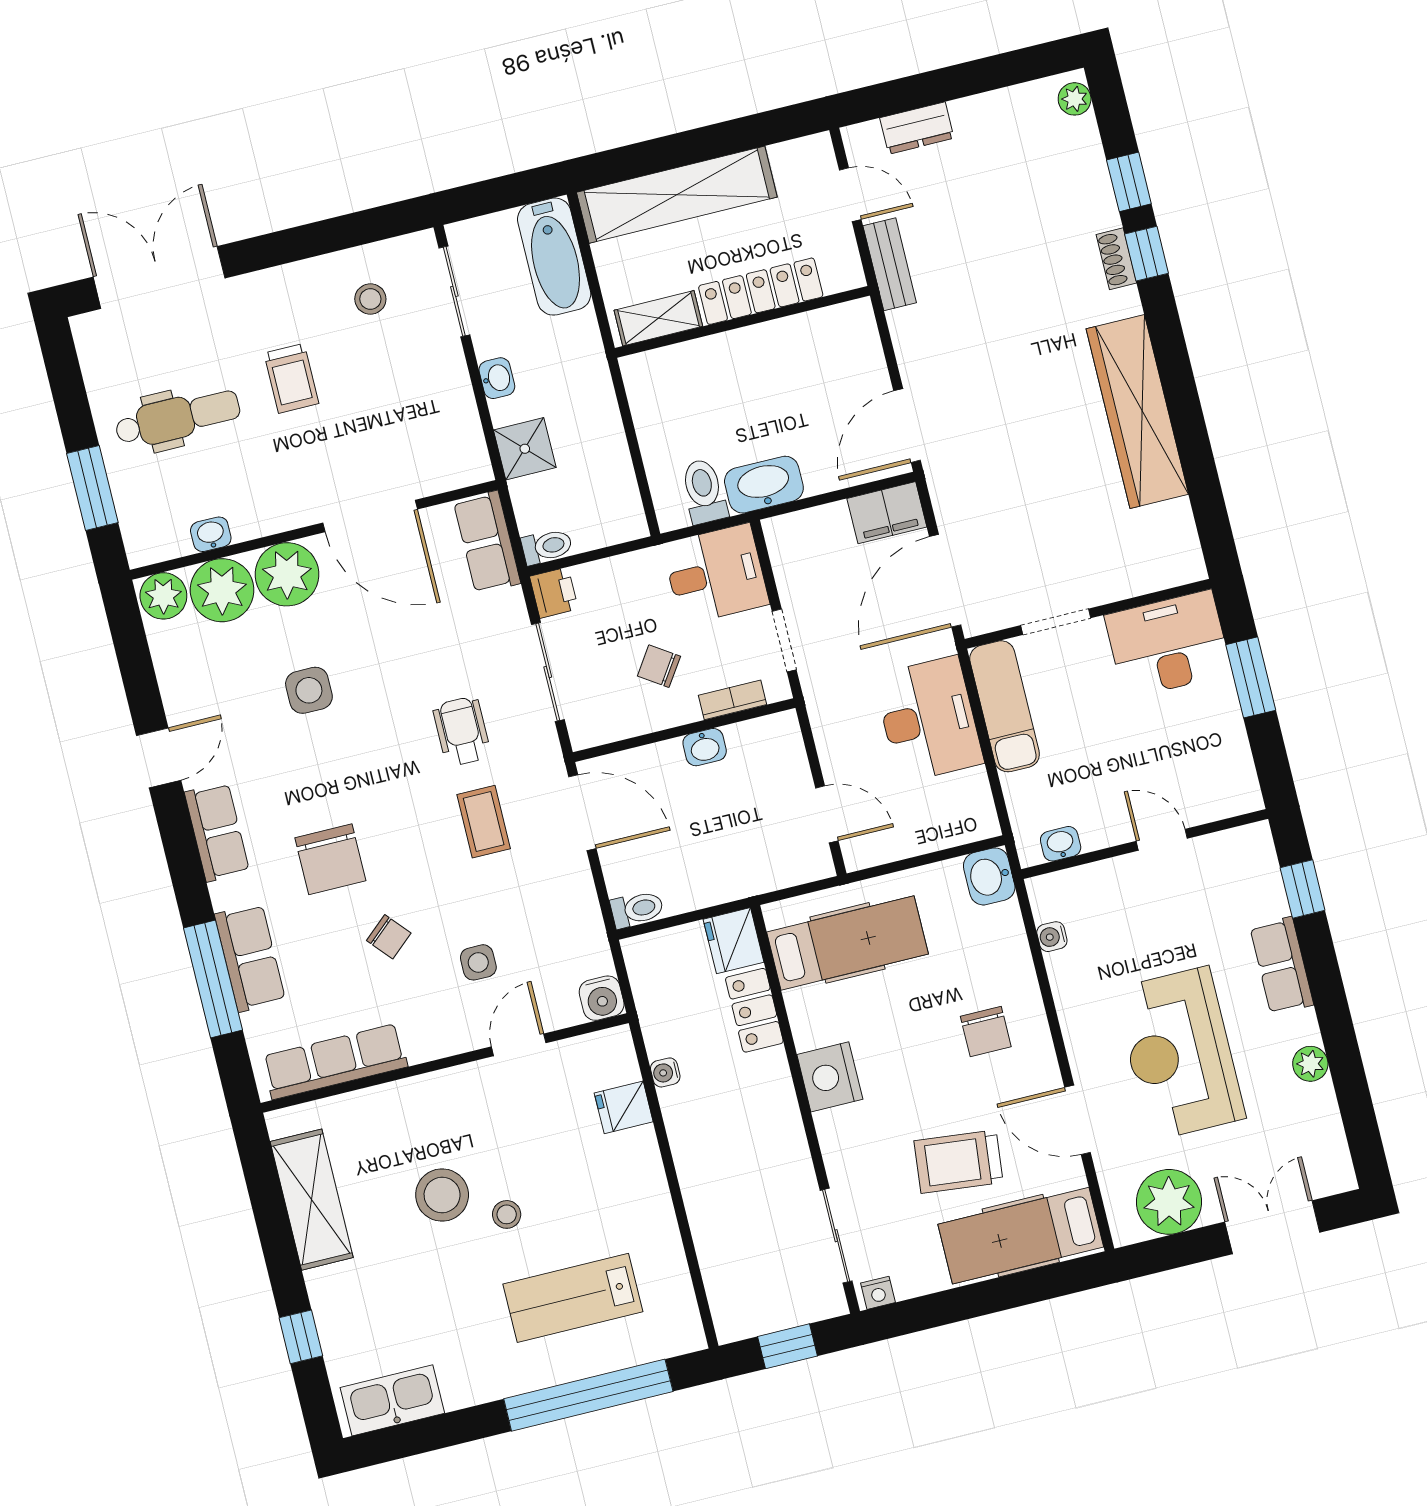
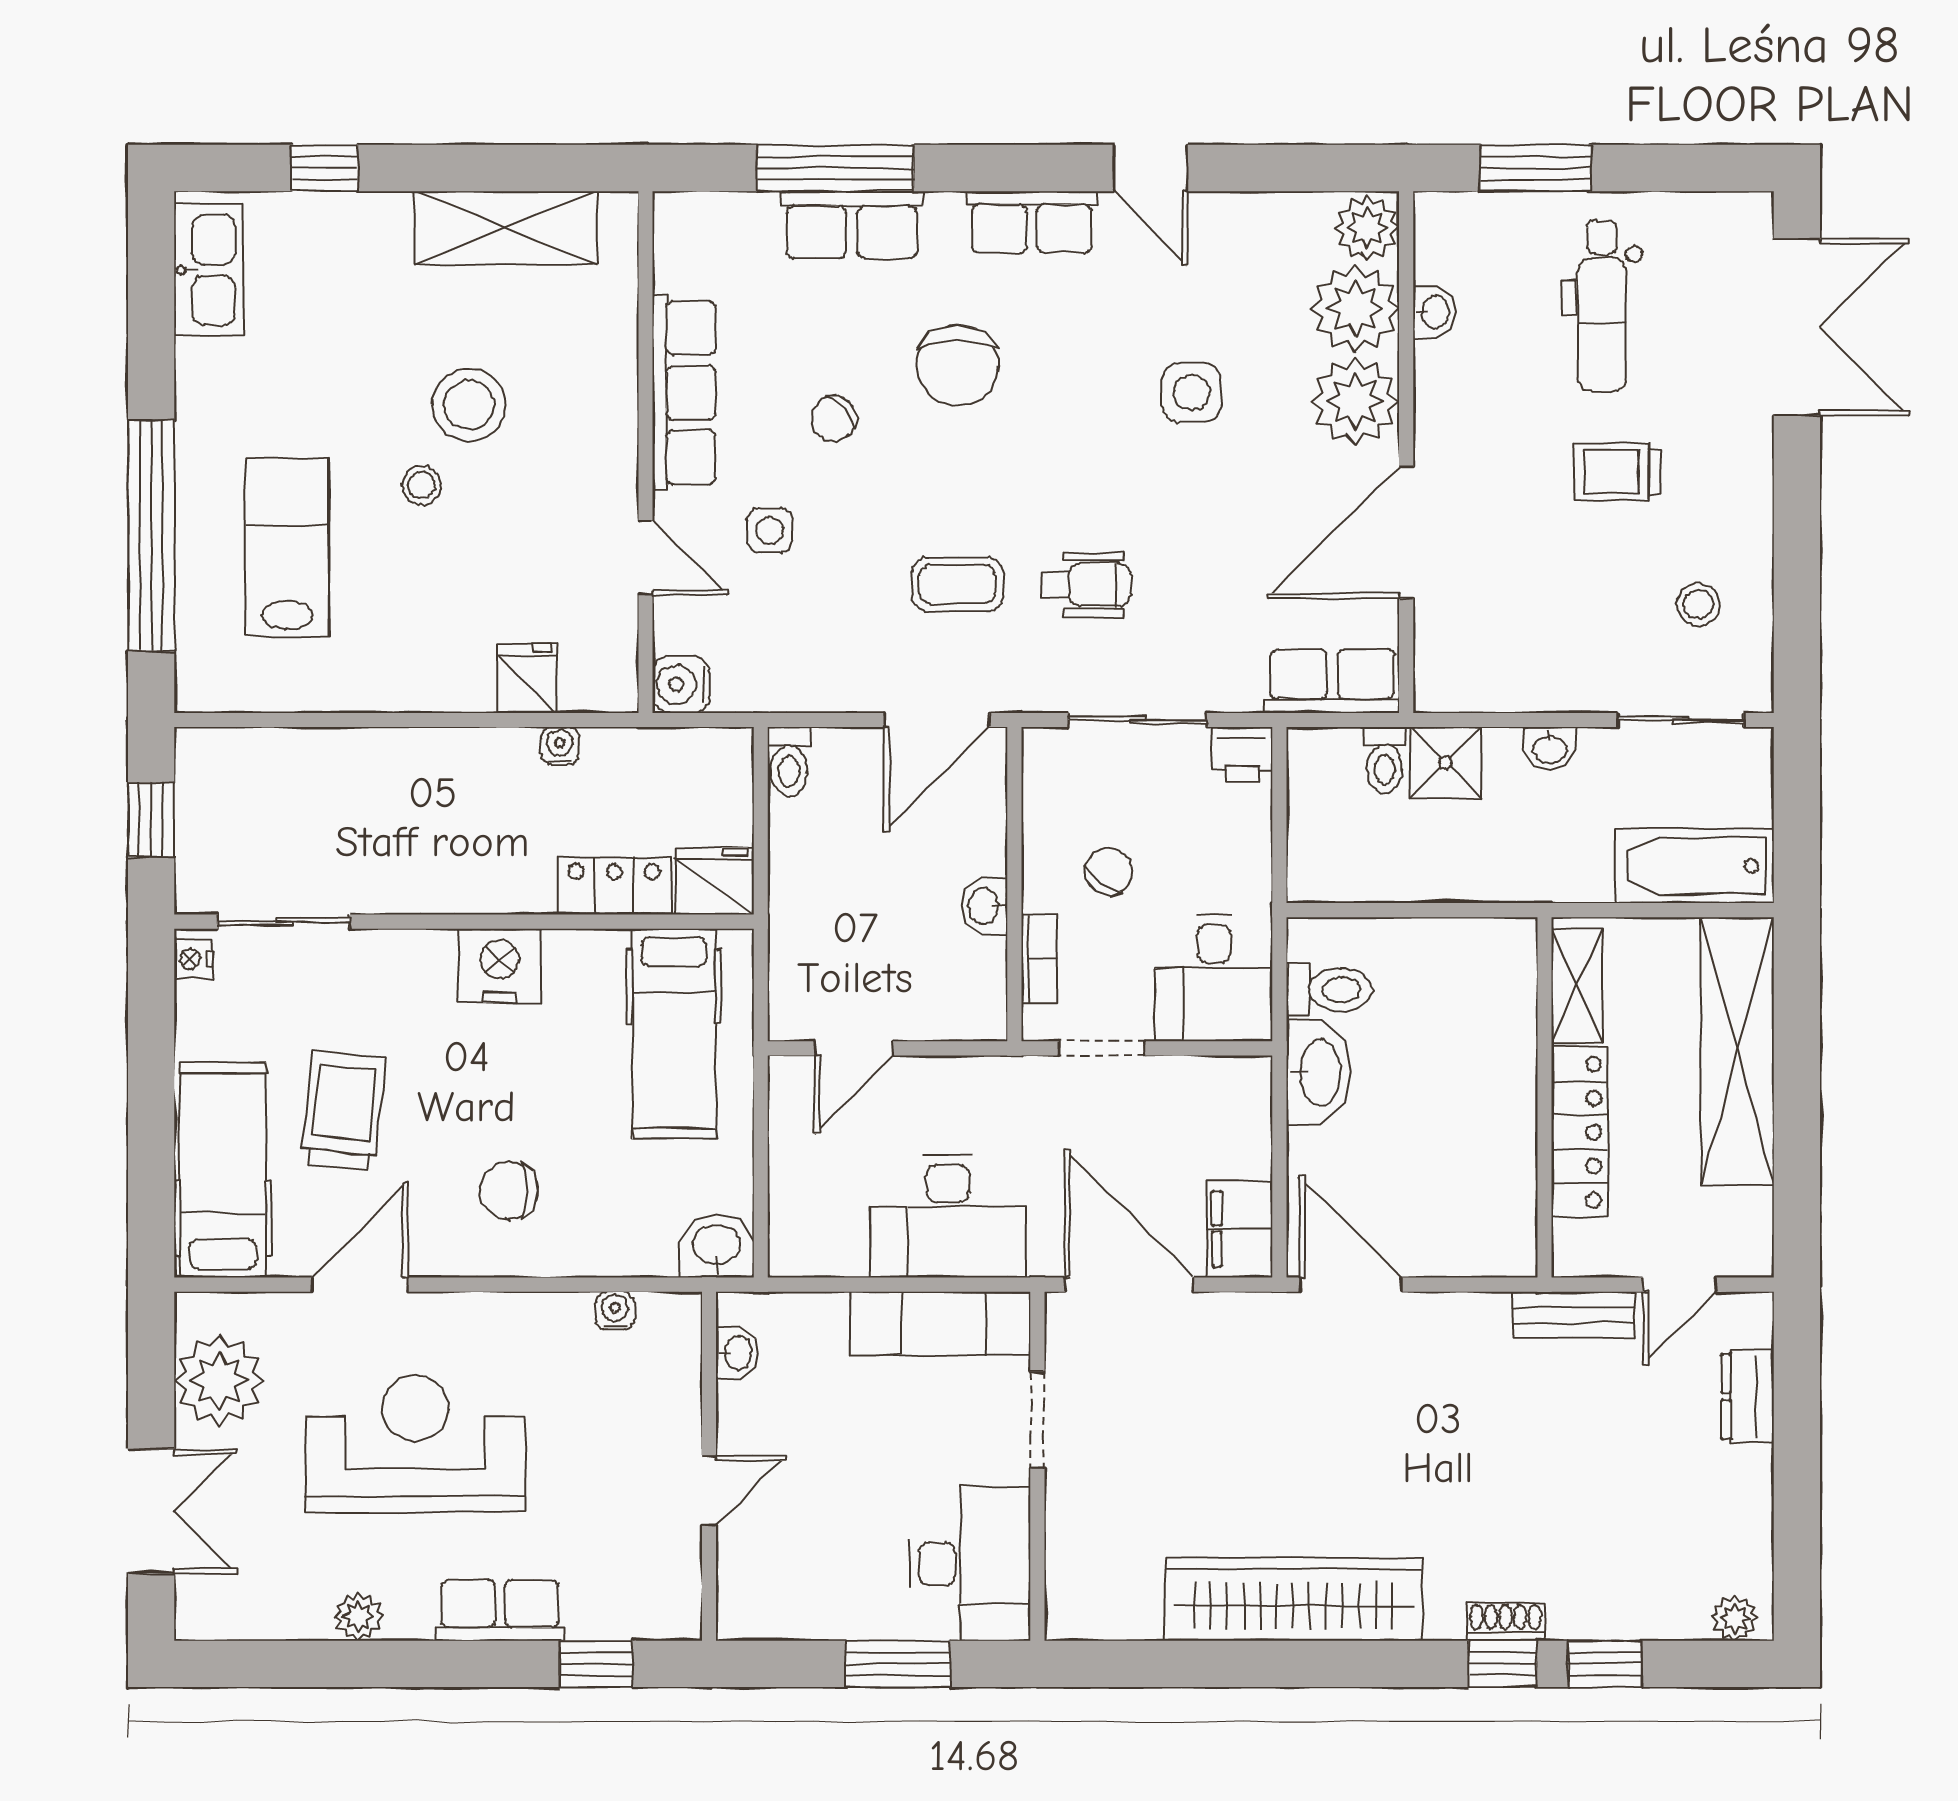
toilet: (547, 546) -> (1385, 760), moved
chair: (330, 859) -> (958, 365), turned -90
row of seats: (335, 1062) -> (684, 393), moved

